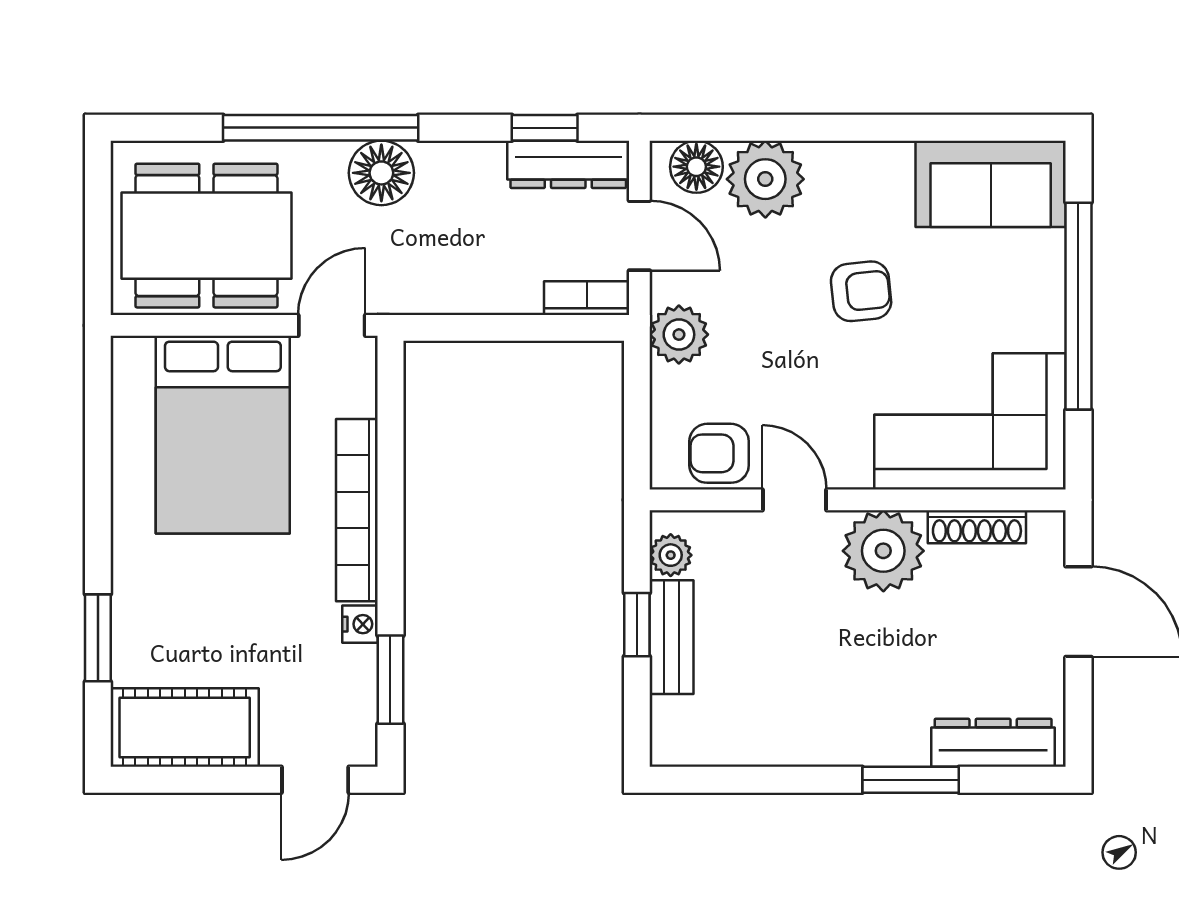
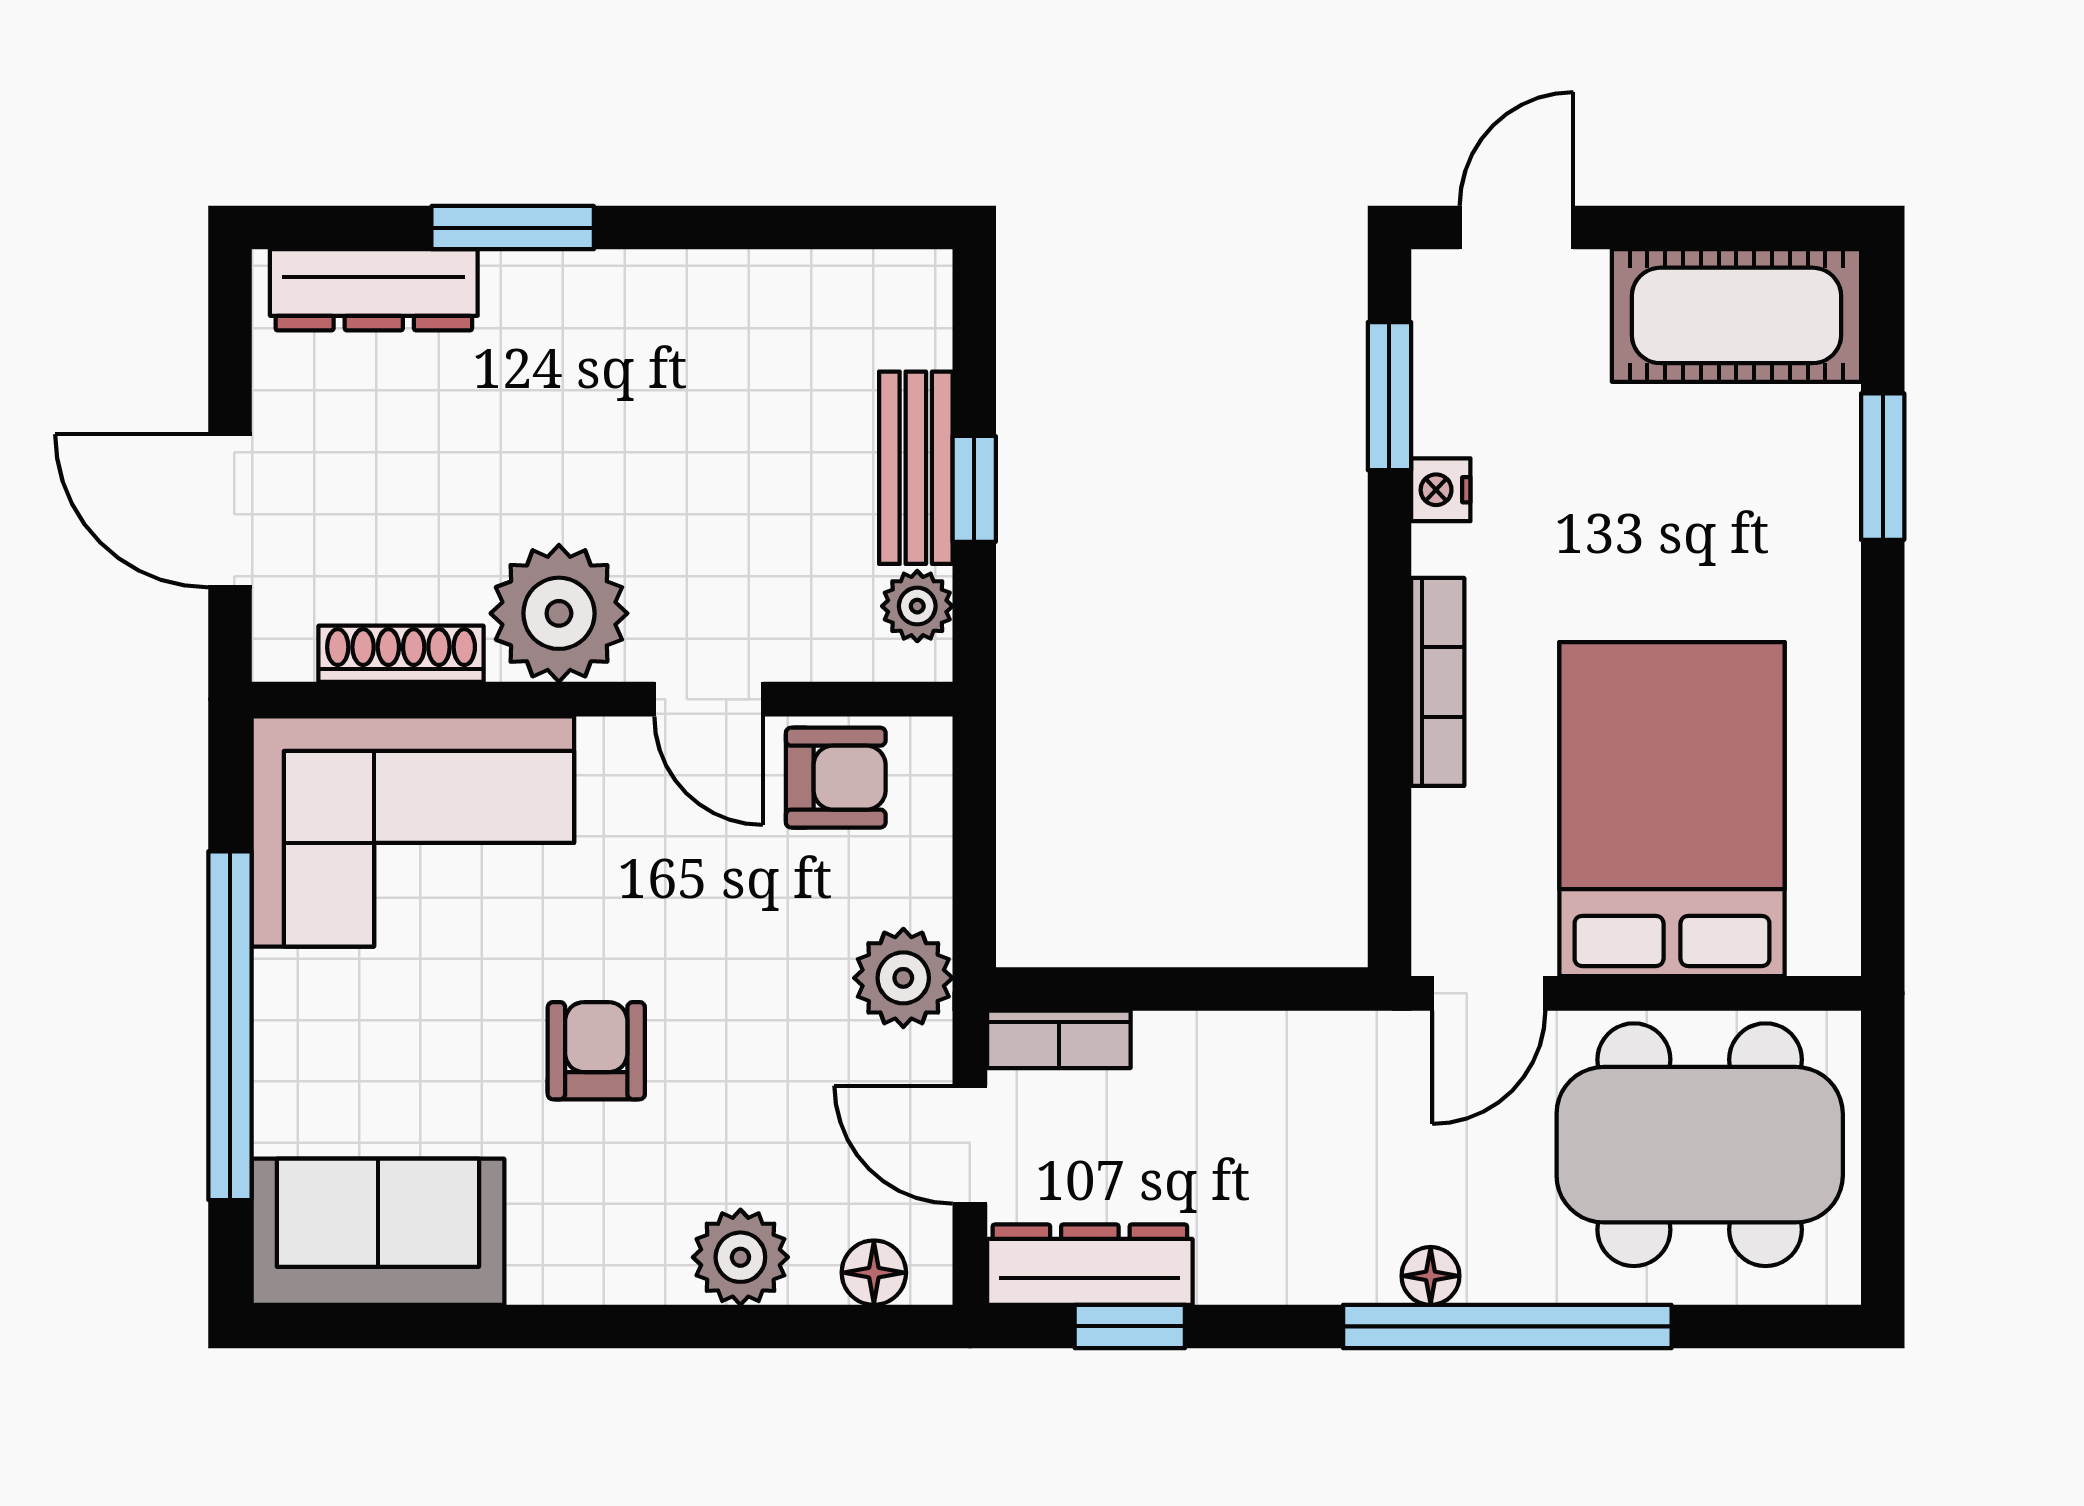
floor lamp: (696, 167) -> (874, 1273), width x0.73, depth x0.73
floor lamp: (381, 173) -> (1431, 1276), width x0.53, depth x0.53
plant: (765, 179) -> (740, 1257), width x0.73, depth x0.73
armchair: (861, 291) -> (596, 1051), turned 96
bookcase: (357, 510) -> (1438, 682), width x0.68, depth x0.76

